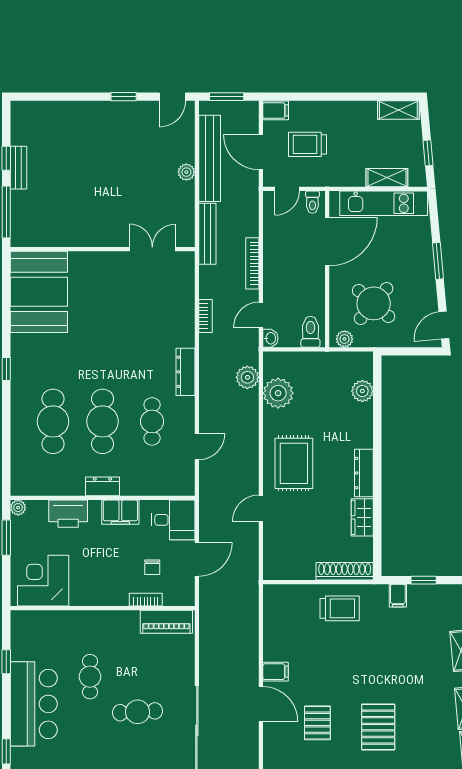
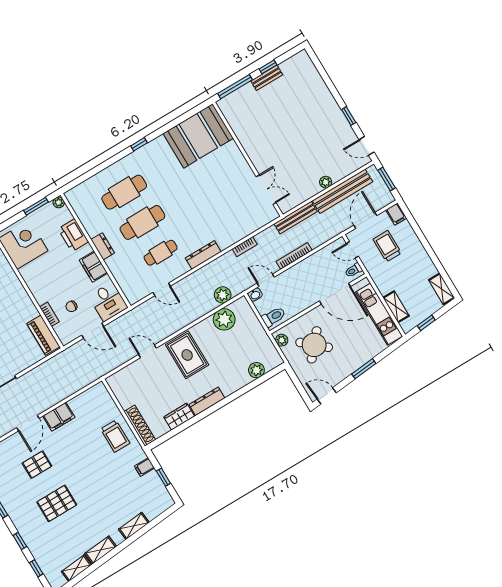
rug: (294, 463) -> (187, 355), turned 90
filing cabinet: (276, 672) -> (59, 417), width x2.00

